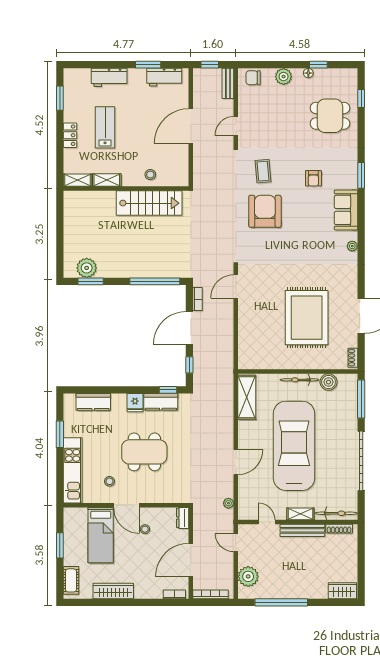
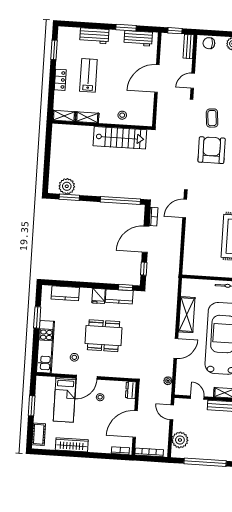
shelving: (247, 397) -> (187, 315), moved
door: (126, 505) -> (87, 377), hinge flipped

